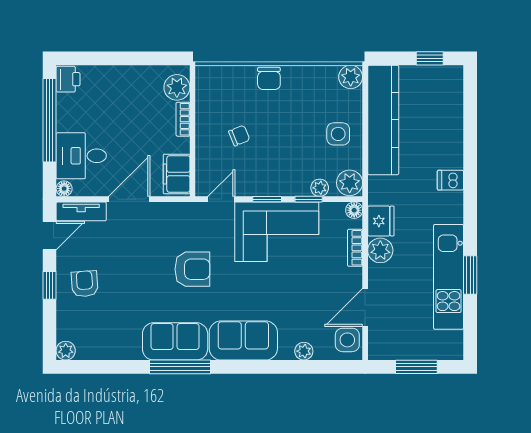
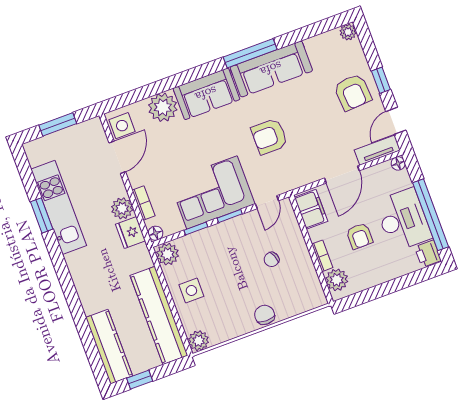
kitchen counter: (450, 106) -> (109, 347), added
armchair: (135, 126) -> (360, 236), added
desk: (81, 156) -> (403, 220), moved, width x1.37
dishwasher: (450, 180) -> (86, 287), removed
plant: (320, 188) -> (190, 241), removed
armchair: (85, 284) -> (353, 92), width x1.38, depth x1.38
sofa: (175, 341) -> (271, 69), width x1.36
plant: (304, 351) -> (163, 107), width x1.88, depth x1.88

